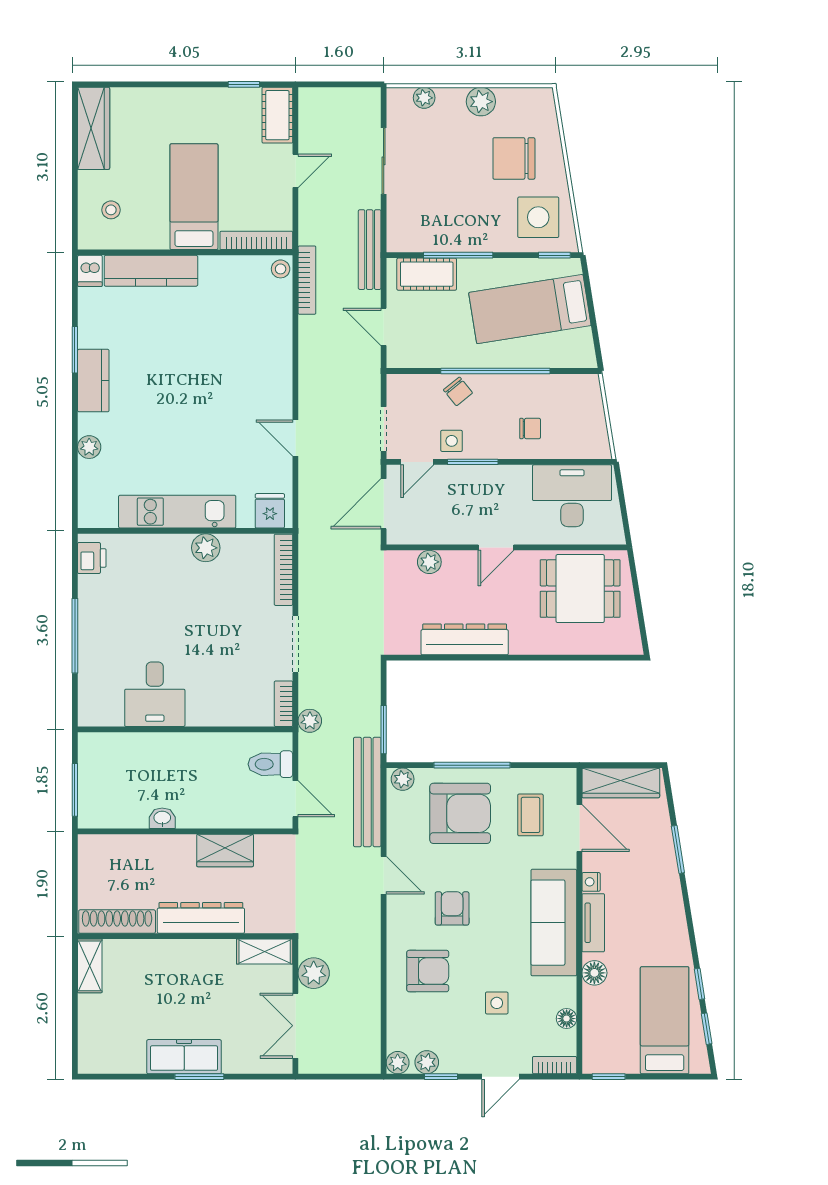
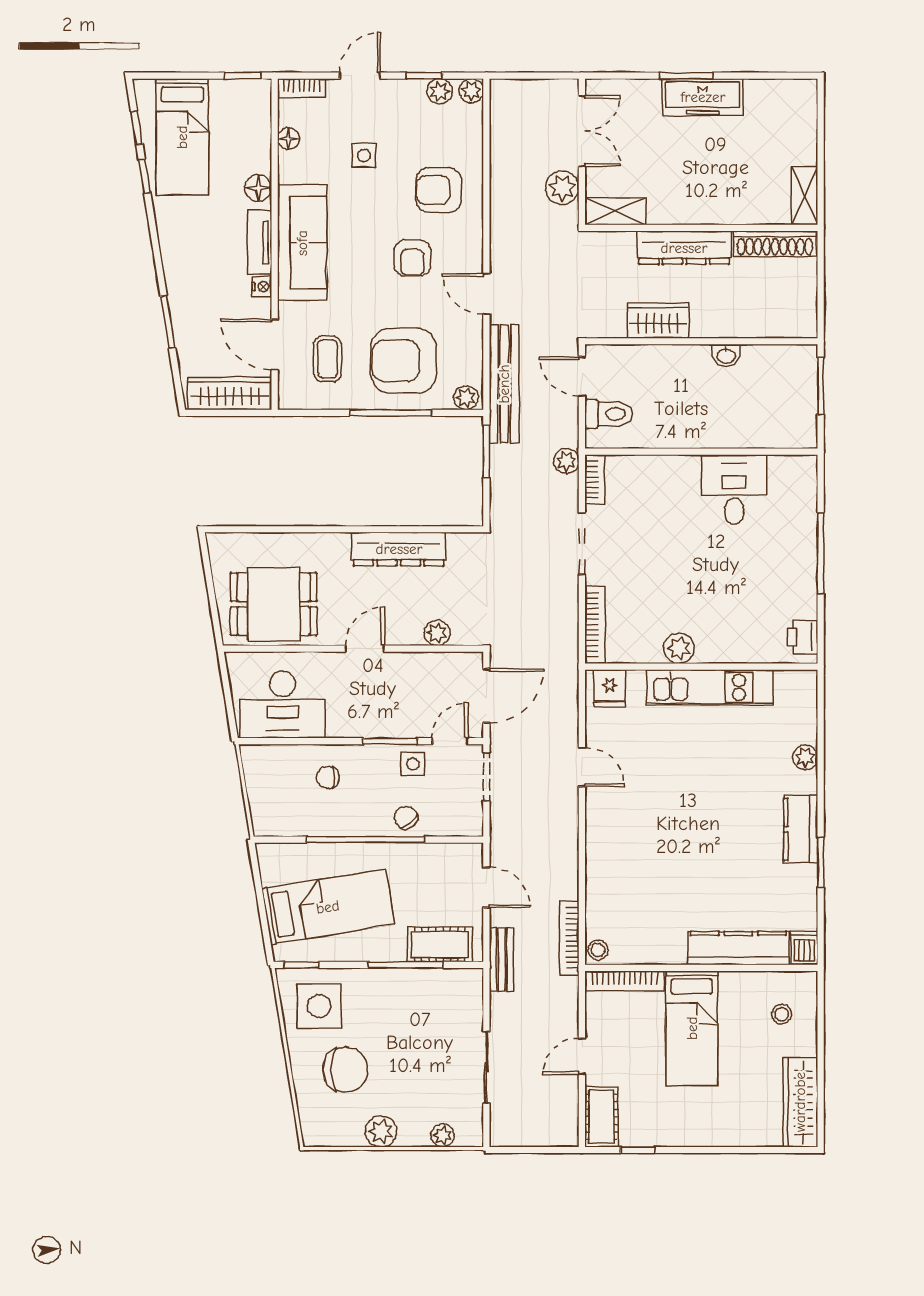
bench: (370, 250) -> (502, 960), width x0.73

